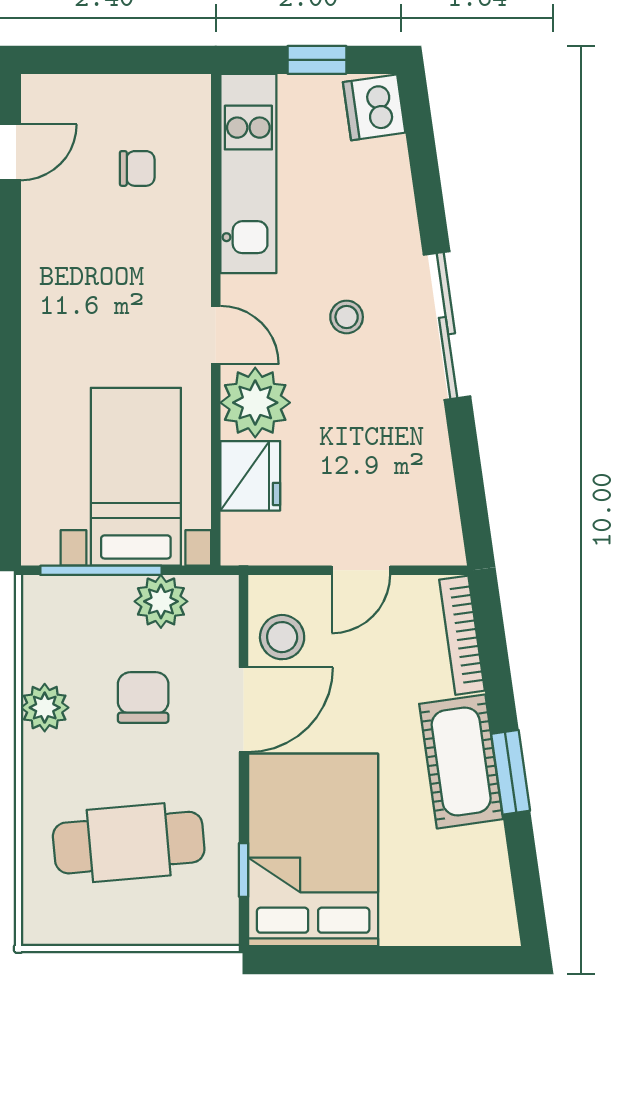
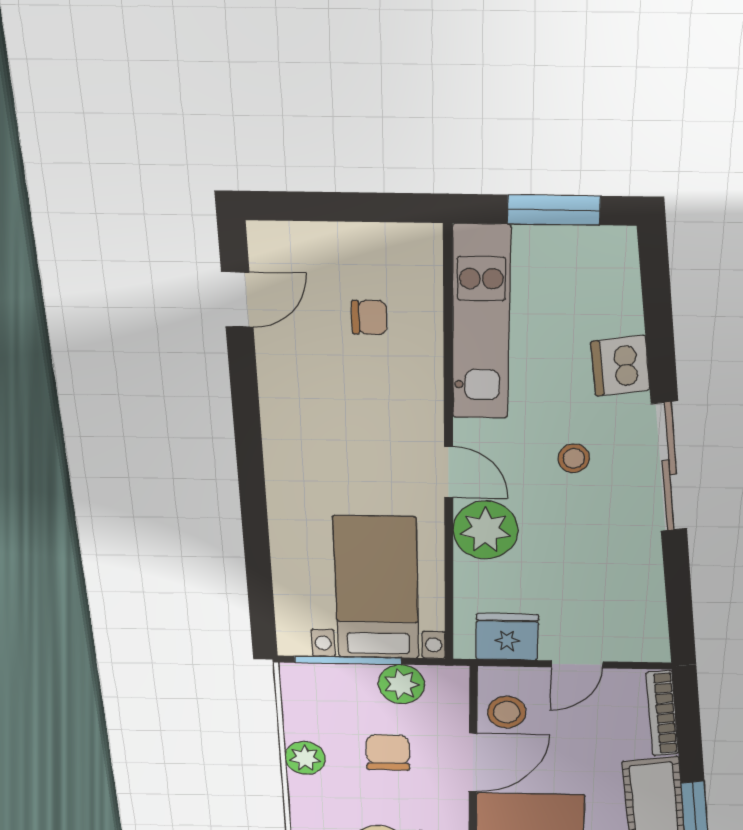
window: (317, 60) -> (554, 210), width x1.50
dishwasher: (374, 107) -> (620, 366), moved
fridge: (250, 476) -> (507, 637), moved, turned -90

